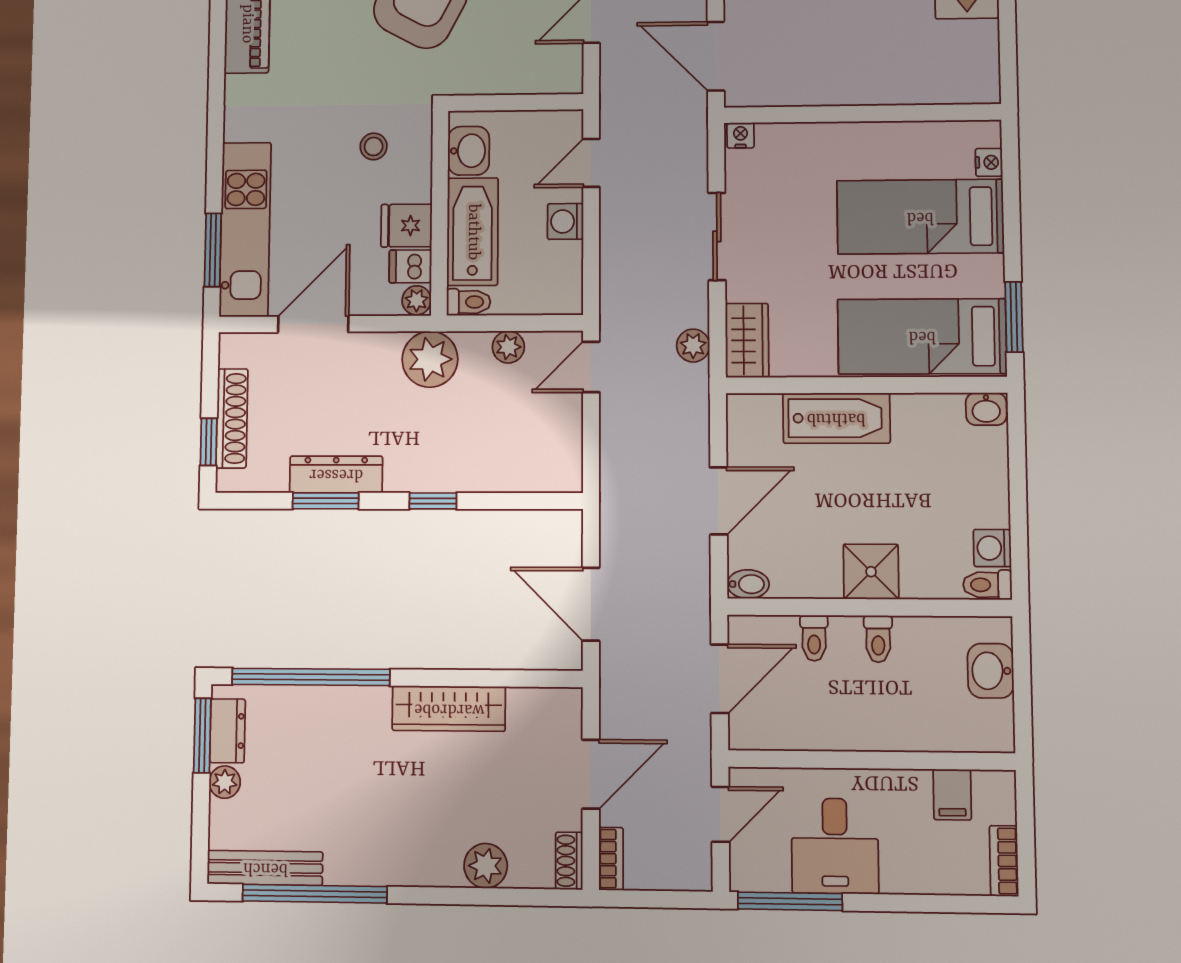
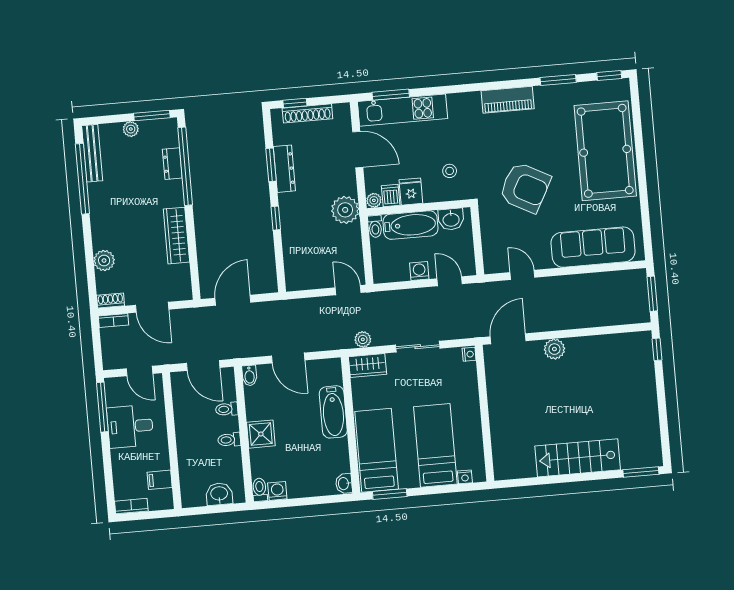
plant: (508, 347) -> (354, 248), removed
dresser: (228, 731) -> (172, 164), moved, turned 90

